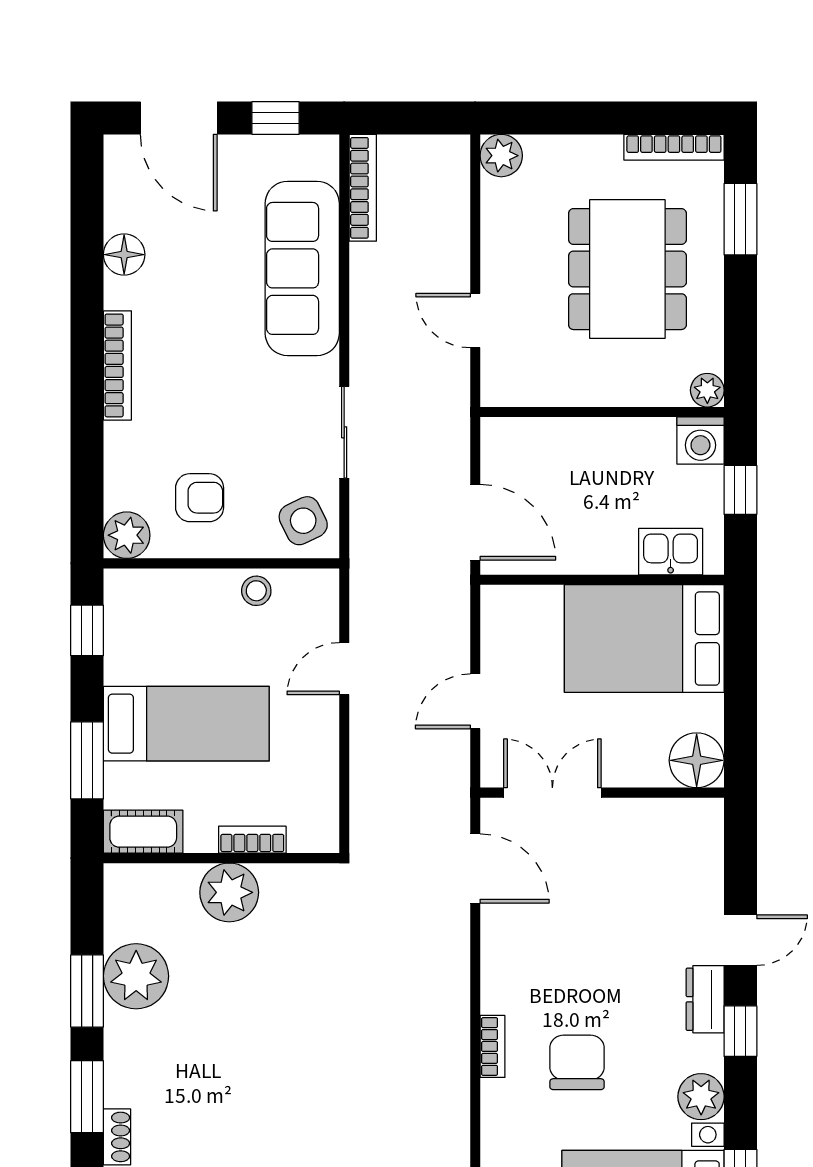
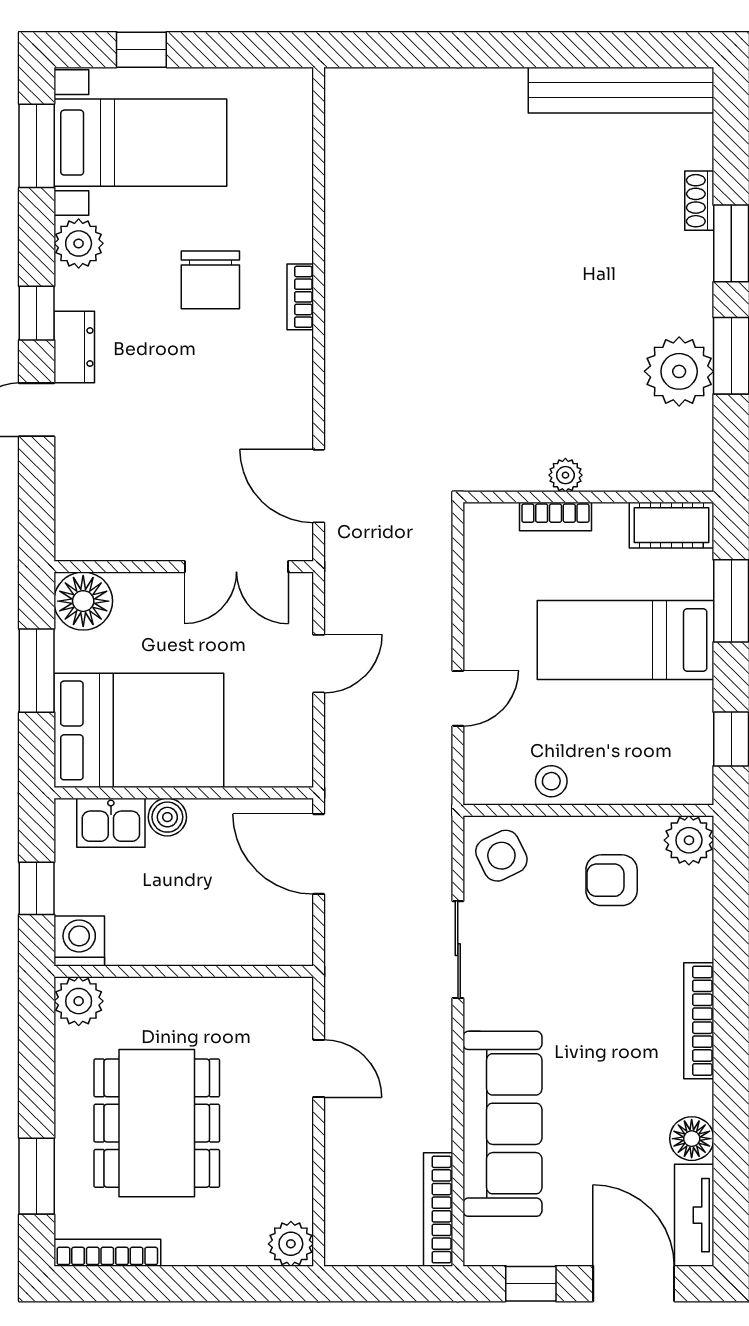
tv unit: (122, 182) -> (694, 1215), added
plant: (707, 390) -> (79, 1001), width x1.38, depth x1.38
boiler: (617, 557) -> (167, 817), added
window: (740, 695) -> (37, 671), added
plant: (229, 892) -> (565, 475), width x0.53, depth x0.53

